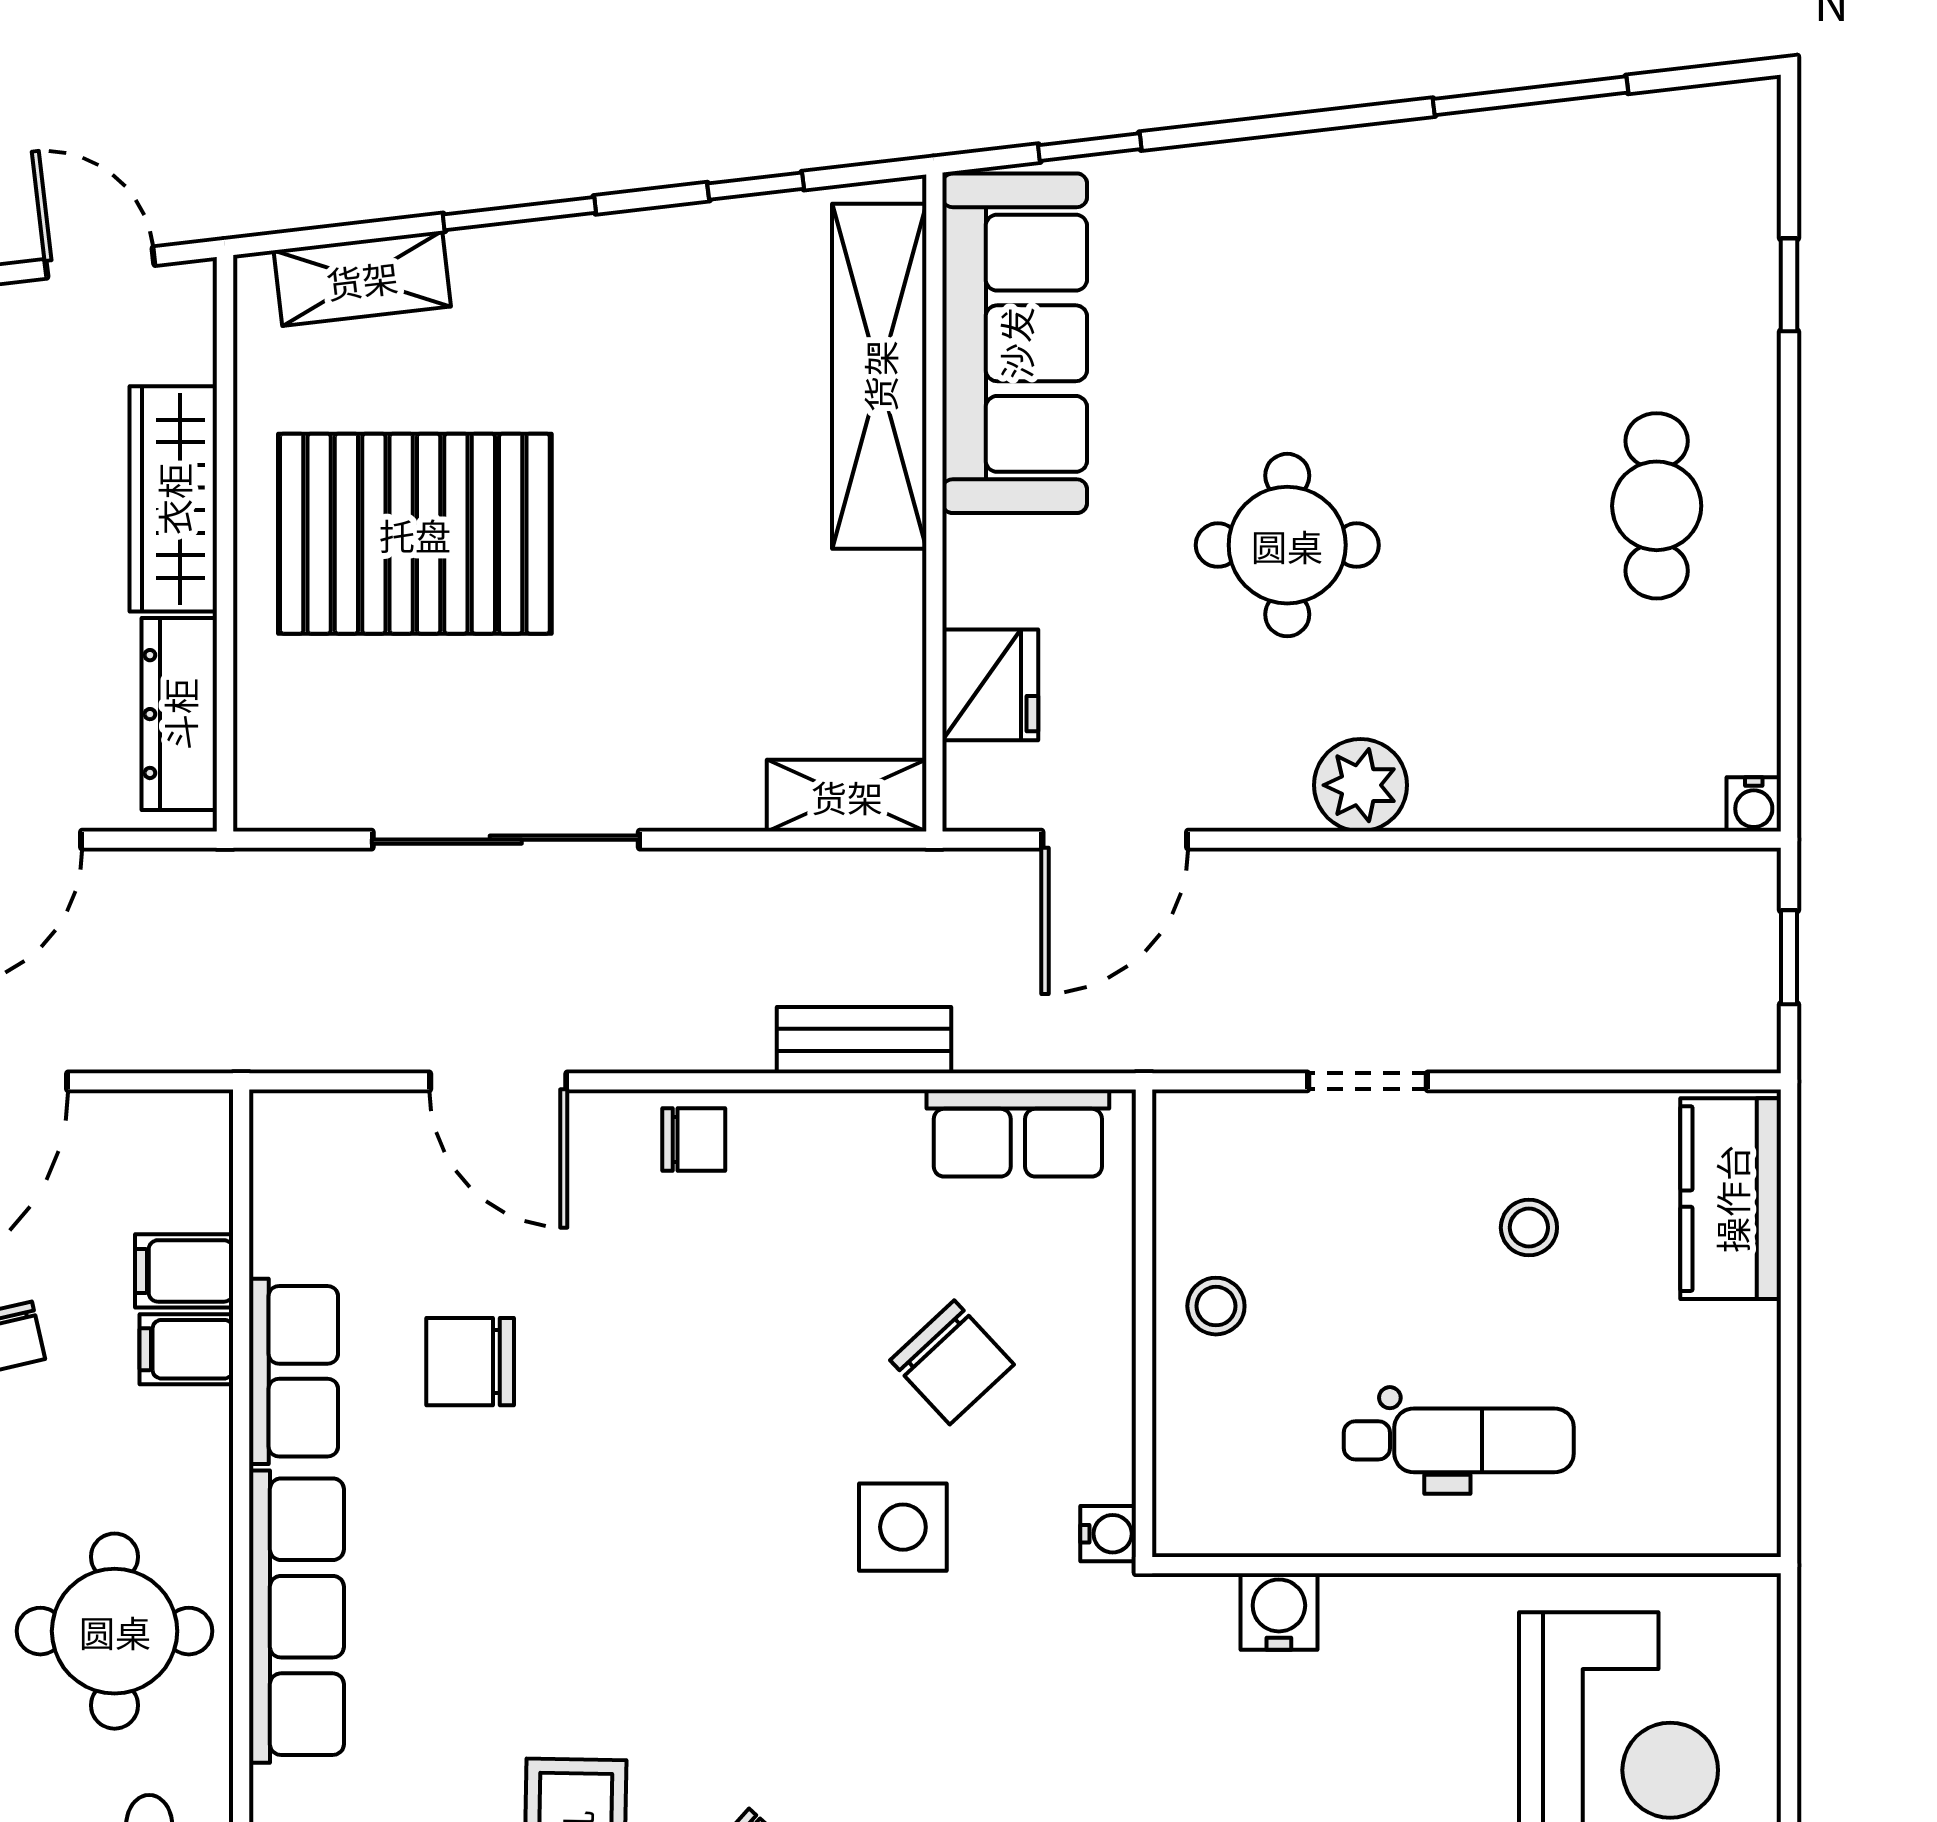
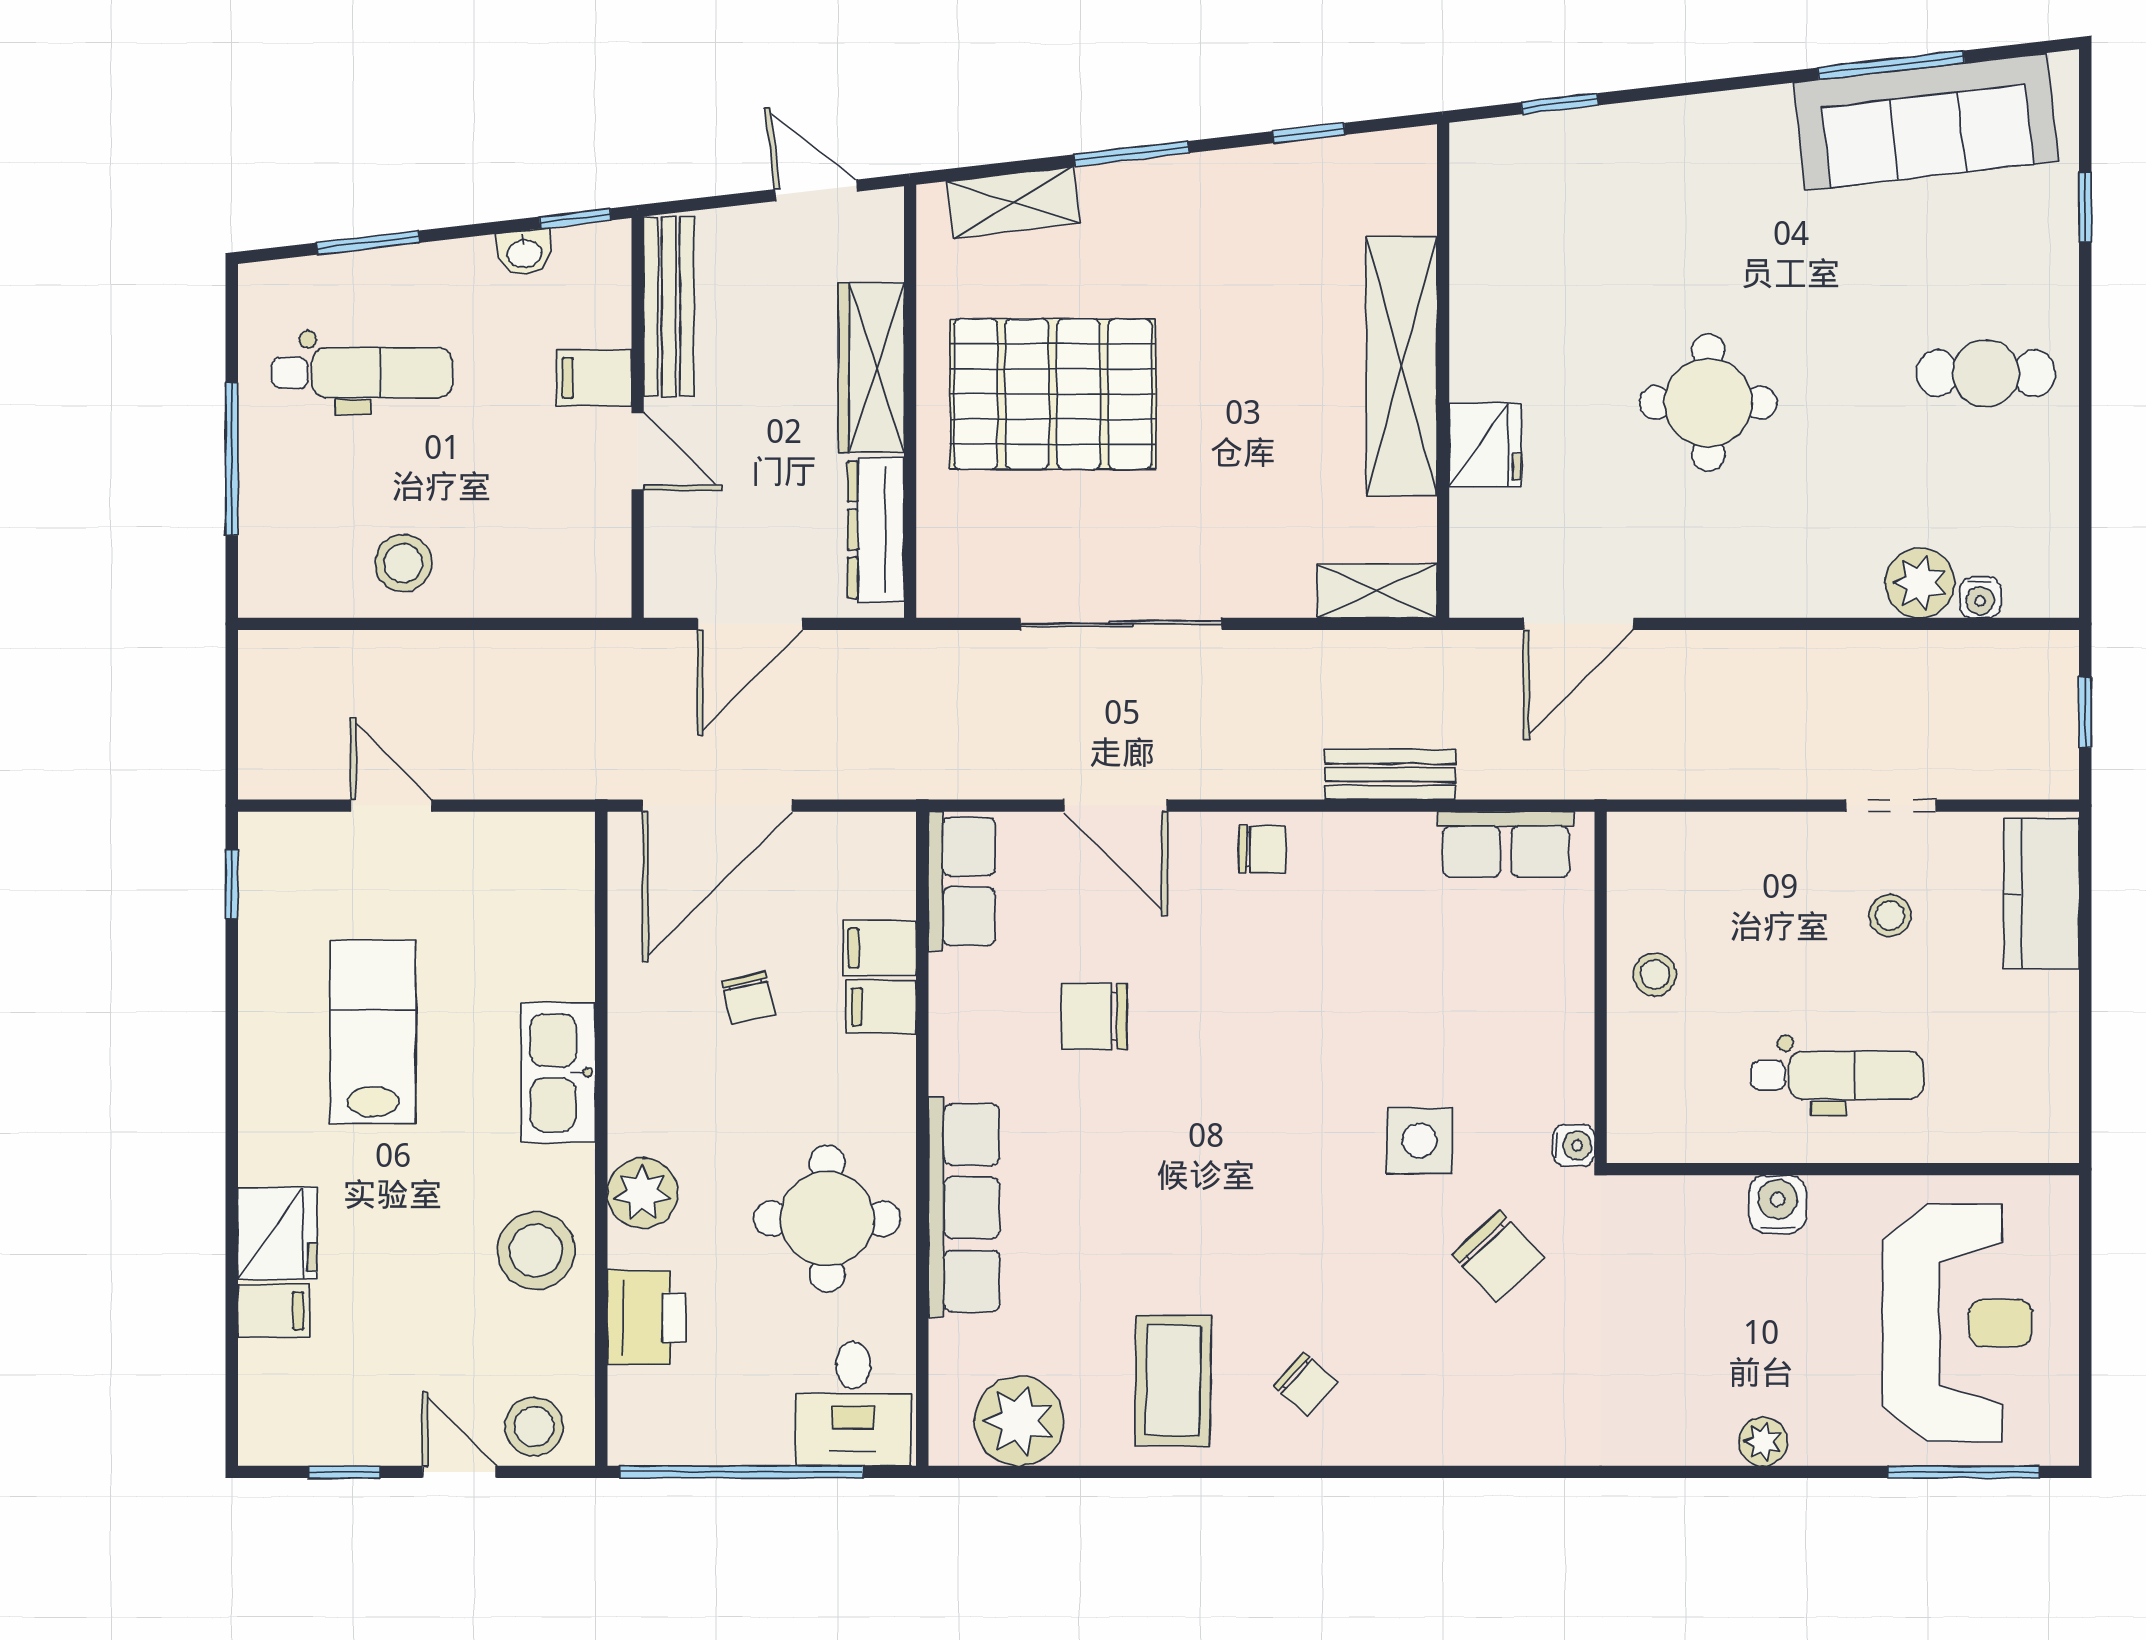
sofa: (1015, 343) -> (1926, 122), moved, turned 83
shelving: (879, 376) -> (1402, 366), moved
cafe table: (1657, 506) -> (1986, 373), turned 90
fridge: (990, 685) -> (1485, 445), moved
plant: (1361, 785) -> (1920, 583), moved
water cooler: (1754, 804) -> (1980, 597), moved
doorway: (1368, 1081) -> (1891, 806), moved
chair: (952, 1362) -> (1499, 1257), moved
row of seats: (294, 1371) -> (962, 881), moved
water cooler: (1279, 1612) -> (1778, 1204), moved

